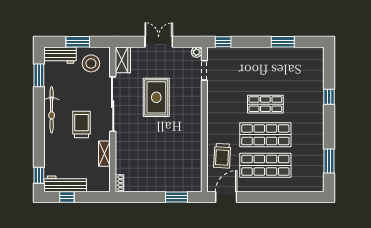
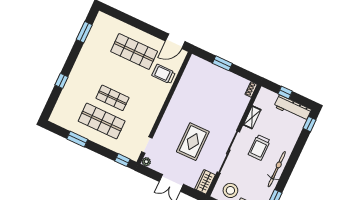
shop shelf: (265, 135) -> (102, 121), moved
trolley: (222, 156) -> (164, 74), turned -93
window: (67, 197) -> (285, 93), moved
window: (176, 197) -> (222, 63), moved

